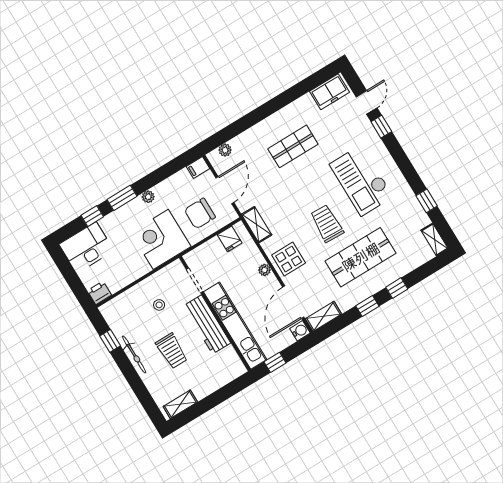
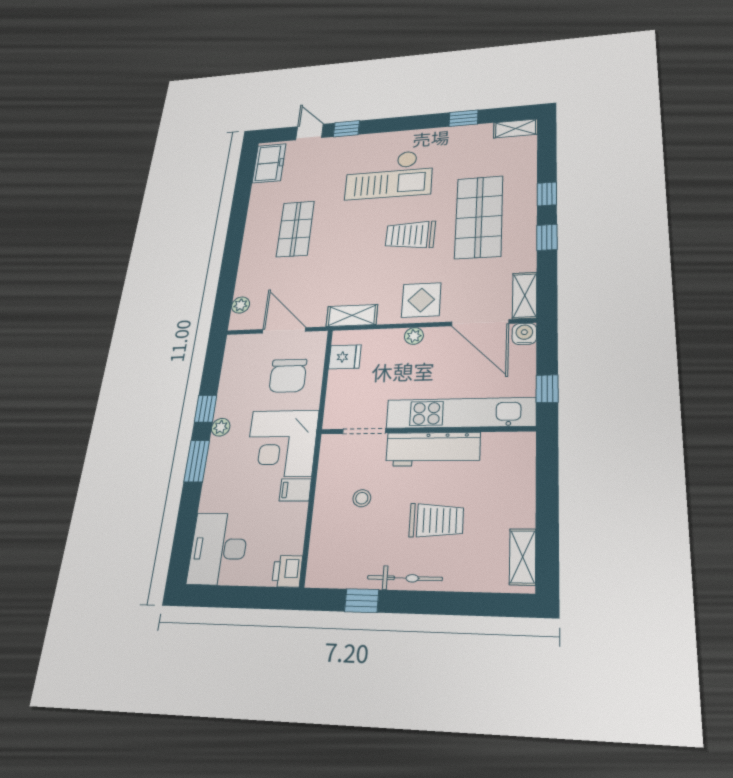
filing cabinet: (198, 167) -> (295, 490), moved, turned 90
window: (92, 216) -> (206, 409), moved

